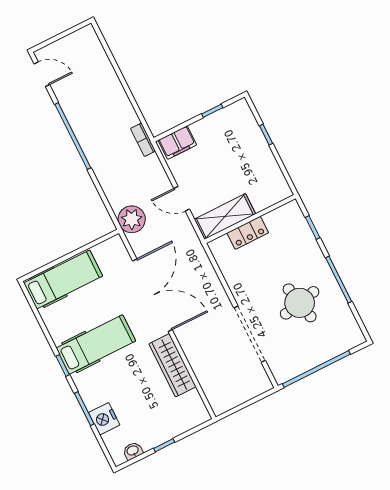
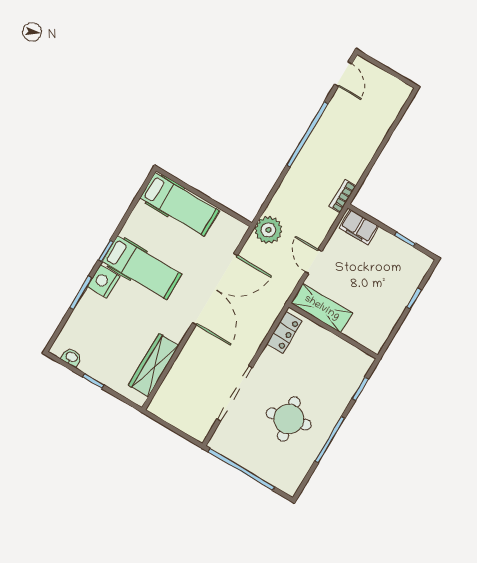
locker: (248, 233) -> (284, 332), moved, turned -90
wardrobe: (172, 365) -> (154, 365), moved
nightstand: (104, 419) -> (103, 281), moved

